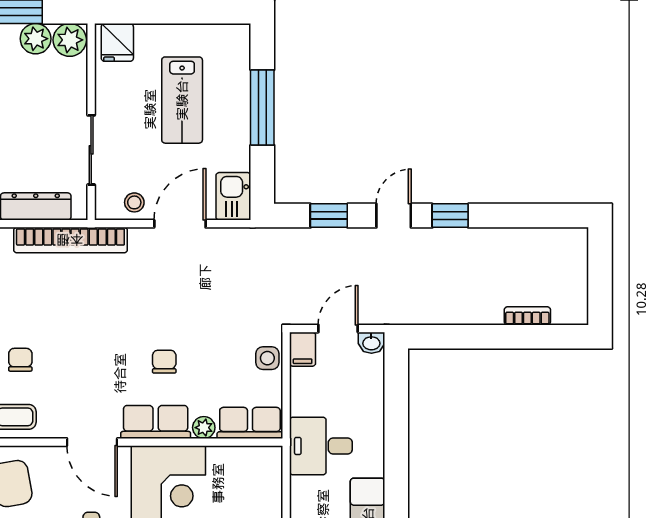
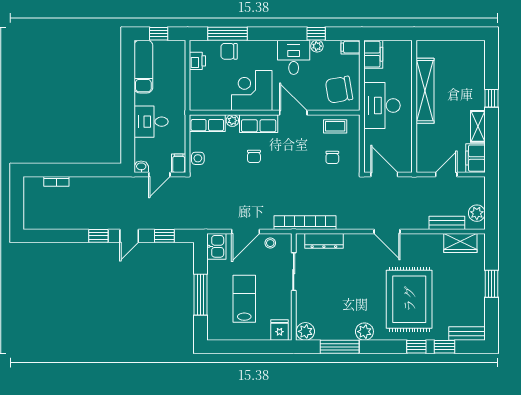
plant: (36, 39) -> (324, 332), removed
desk: (321, 446) -> (151, 122), moved, turned 180

